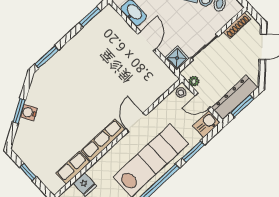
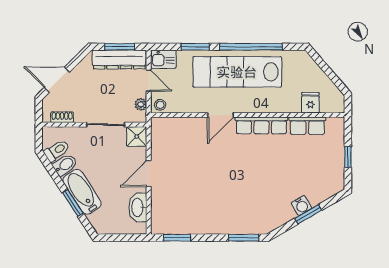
shoe rack: (237, 26) -> (62, 117), width x0.70

